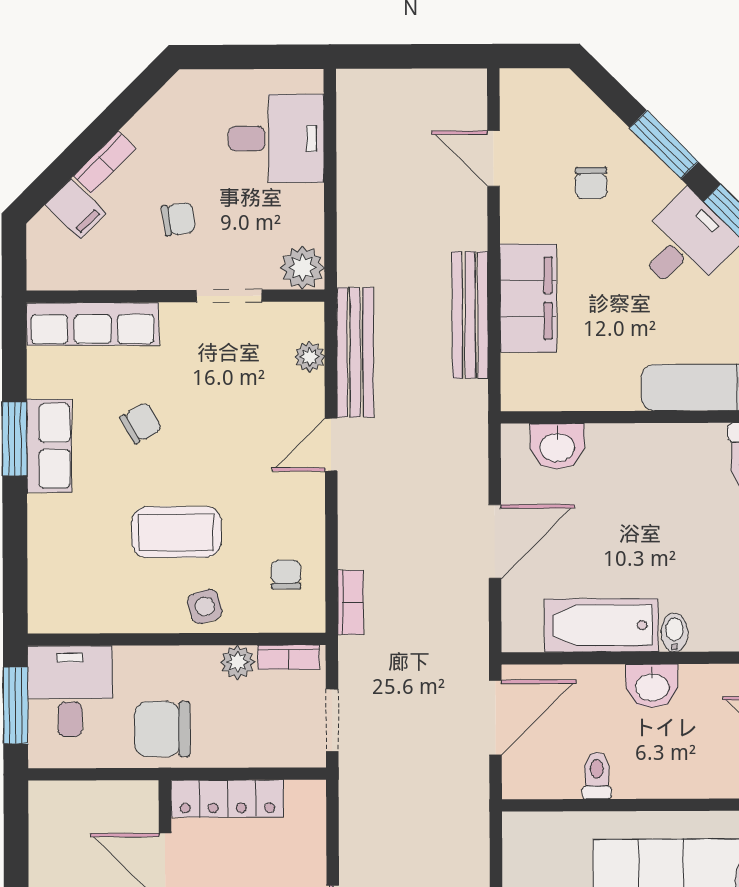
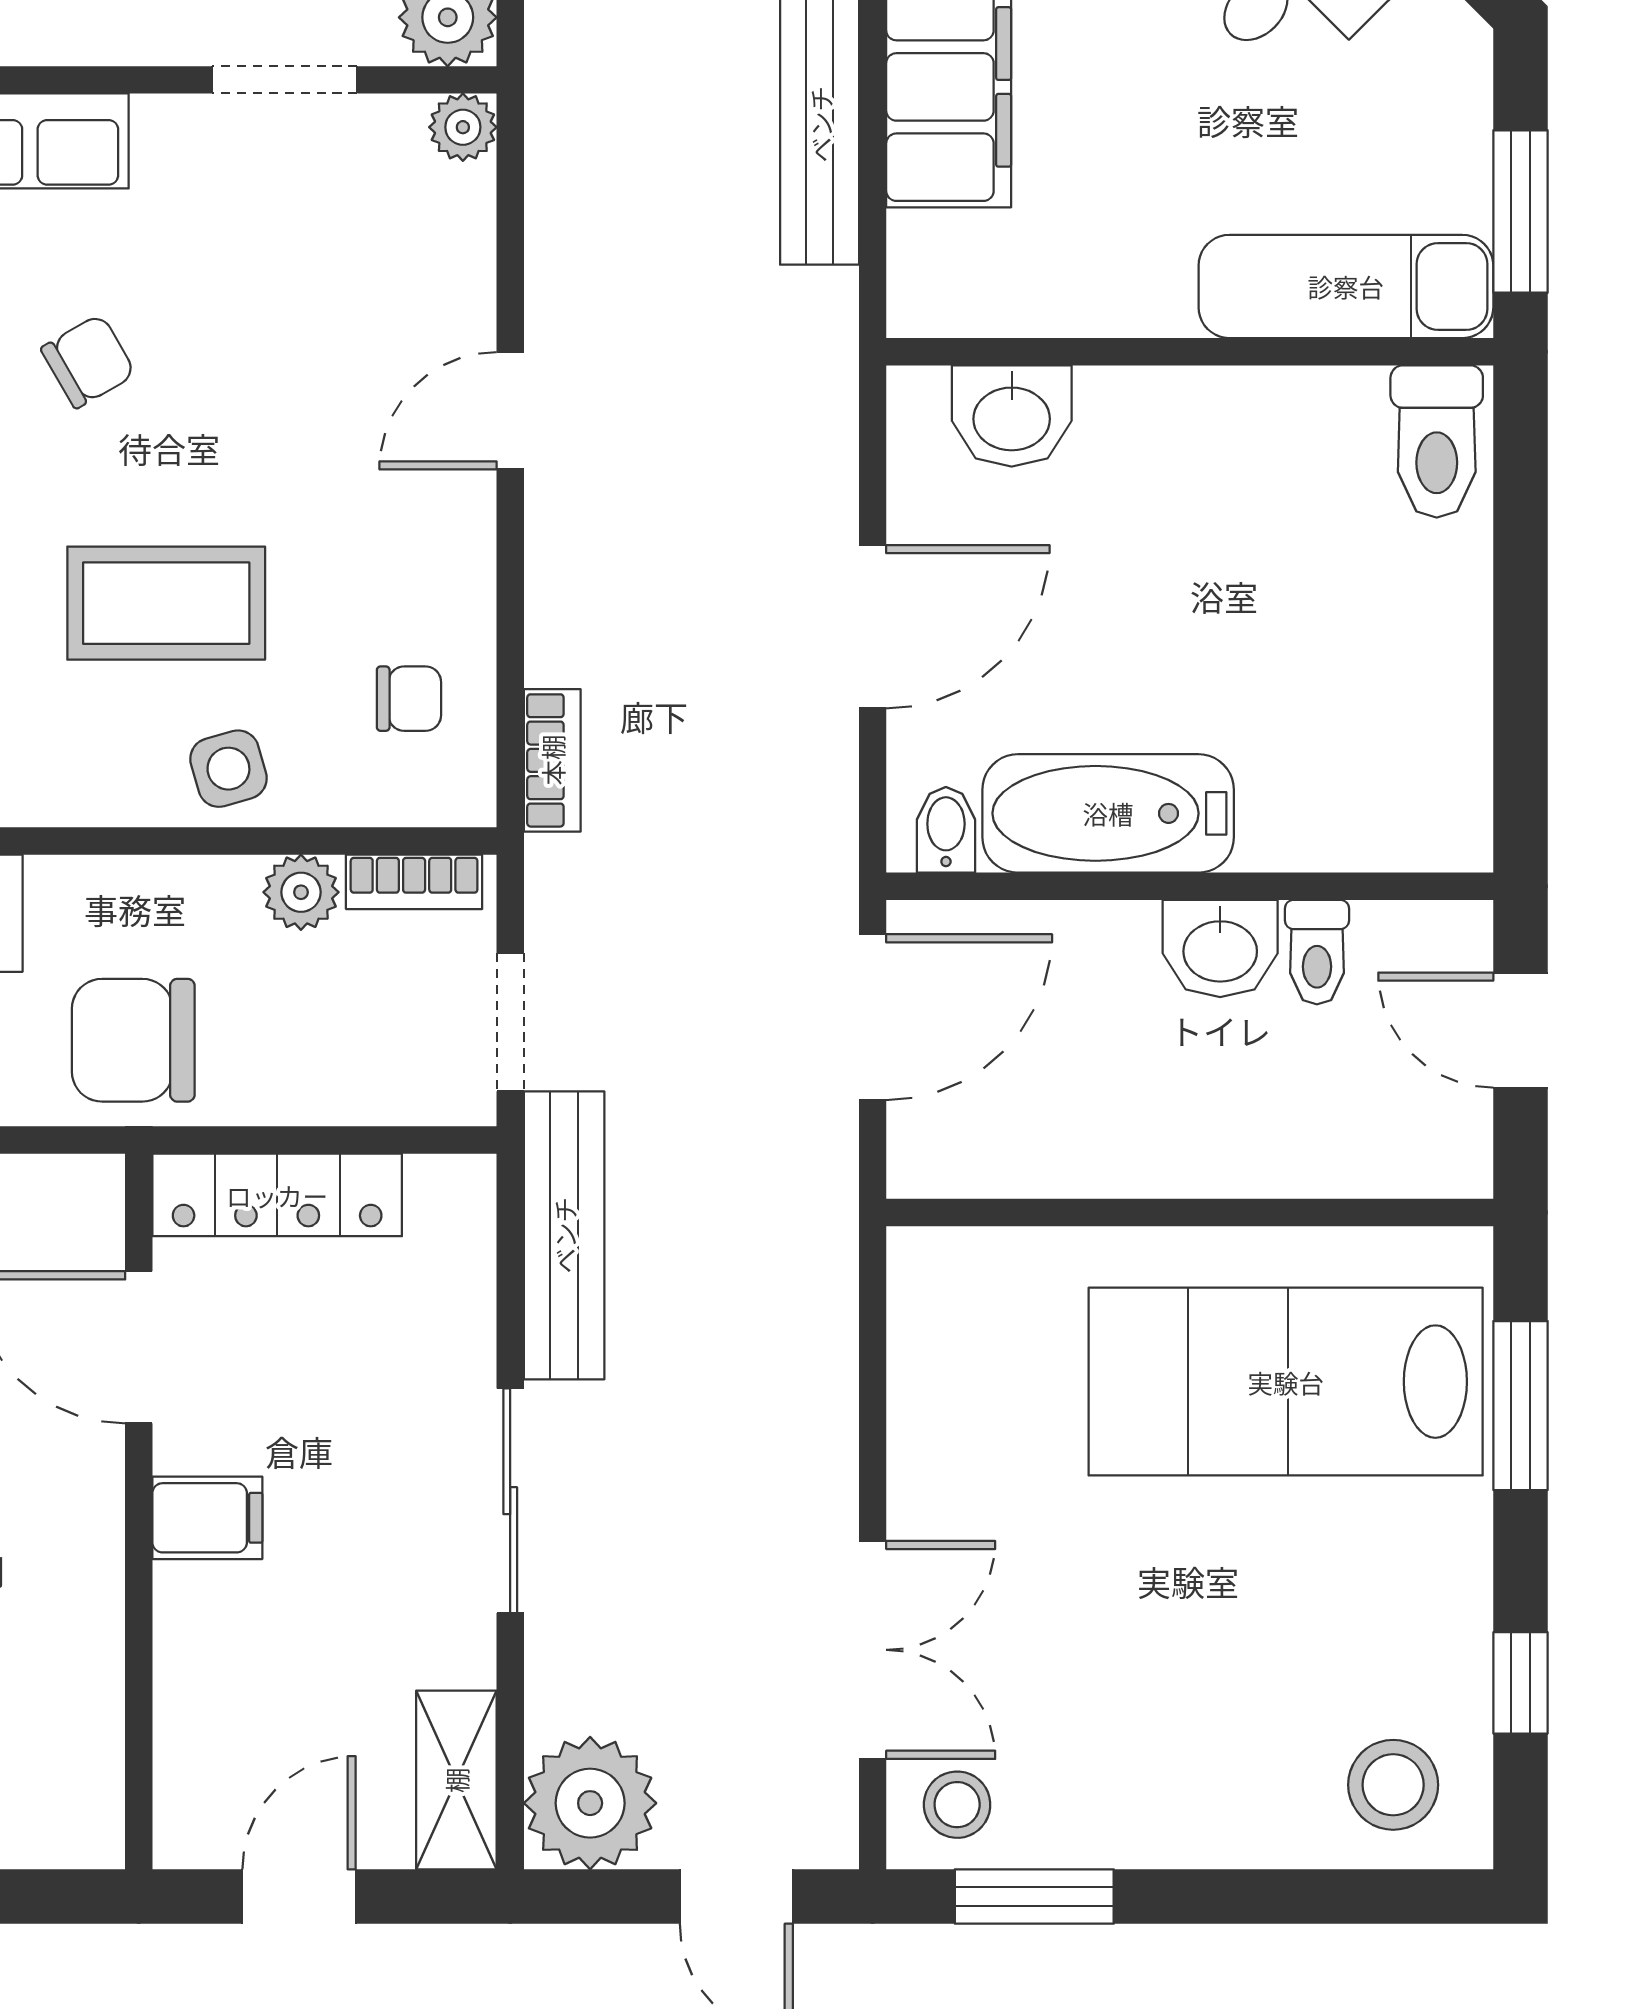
bench: (355, 352) -> (564, 1235), moved
plant: (310, 357) -> (463, 127), moved
chair: (286, 575) -> (409, 699), turned 90
bidet: (674, 632) -> (946, 830), moved
toilet: (597, 776) -> (1317, 952), moved, turned 180

